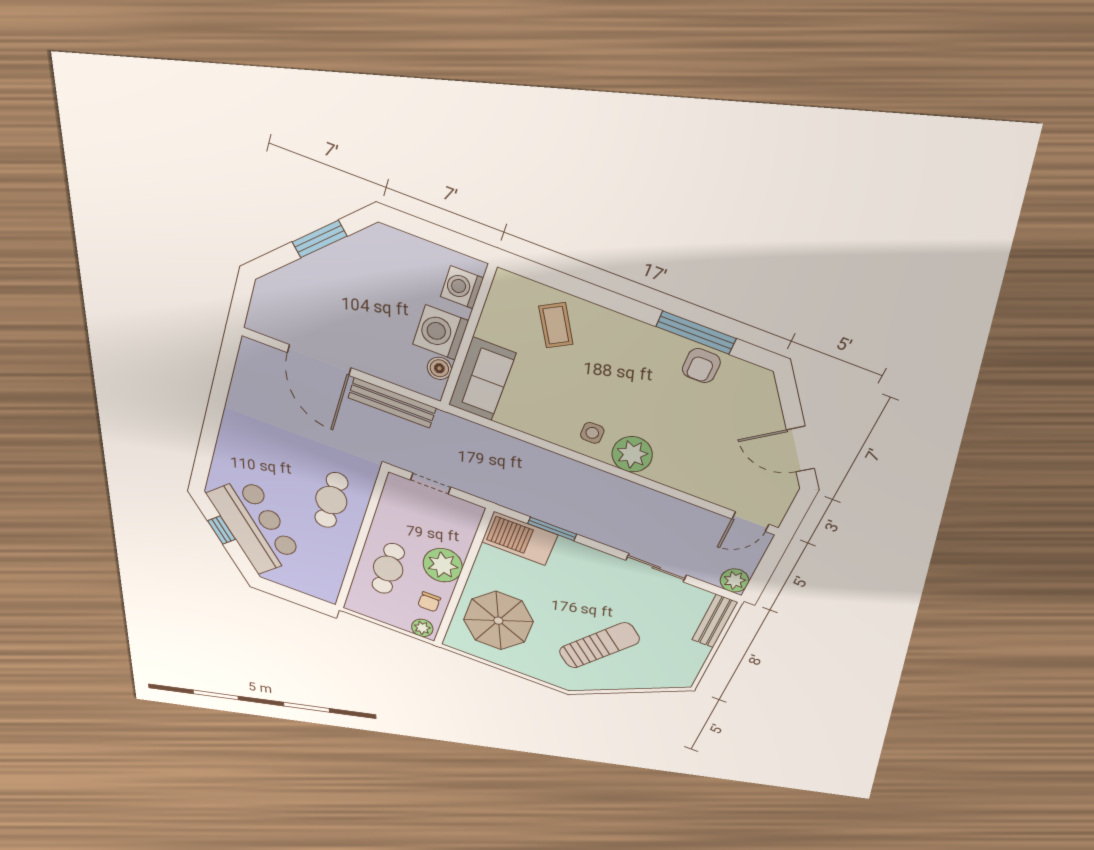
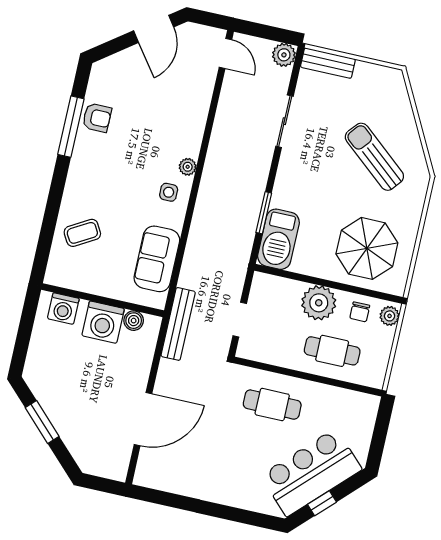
sofa: (482, 379) -> (157, 259), moved, turned -90
bench: (392, 403) -> (178, 324), moved
plant: (632, 454) -> (188, 167), width x0.53, depth x0.53
chair: (429, 602) -> (360, 312), turned 90

